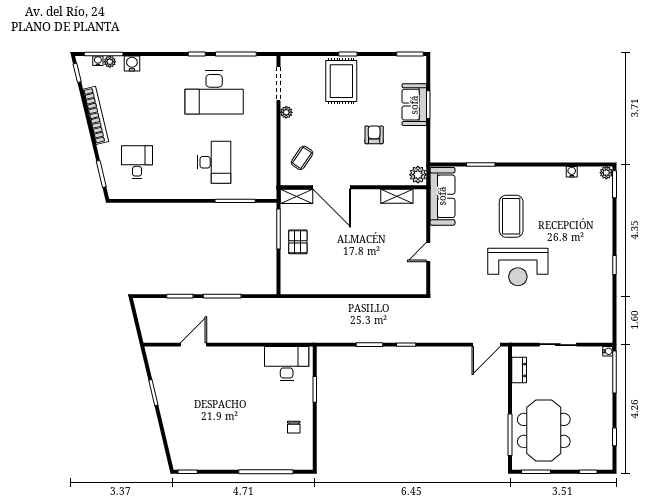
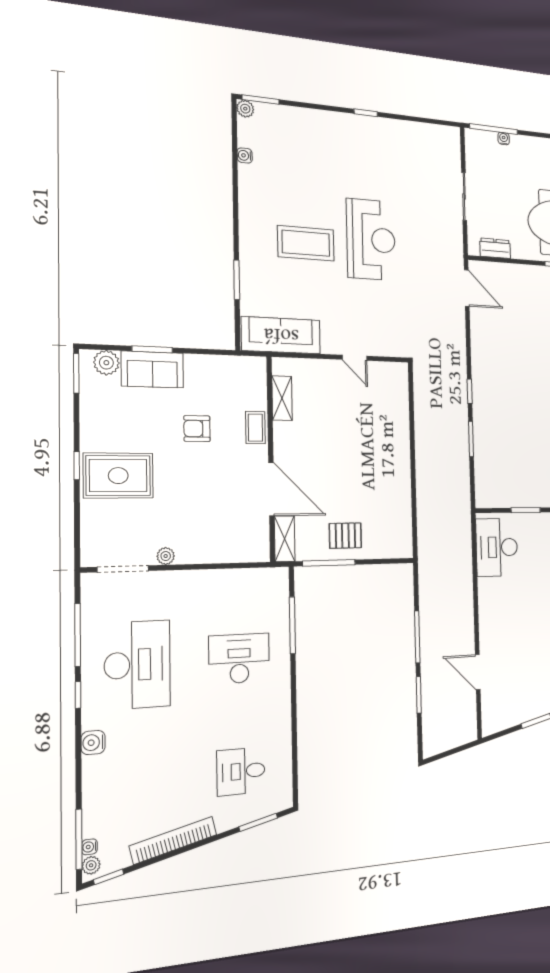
plant: (110, 62) -> (91, 865), moved
water cooler: (132, 63) -> (93, 743), moved
coffee table: (302, 158) -> (255, 428), moved, turned 56
plant: (418, 175) -> (106, 363), moved
door: (332, 187) -> (271, 489), hinge flipped
water cooler: (608, 351) -> (504, 139), moved

